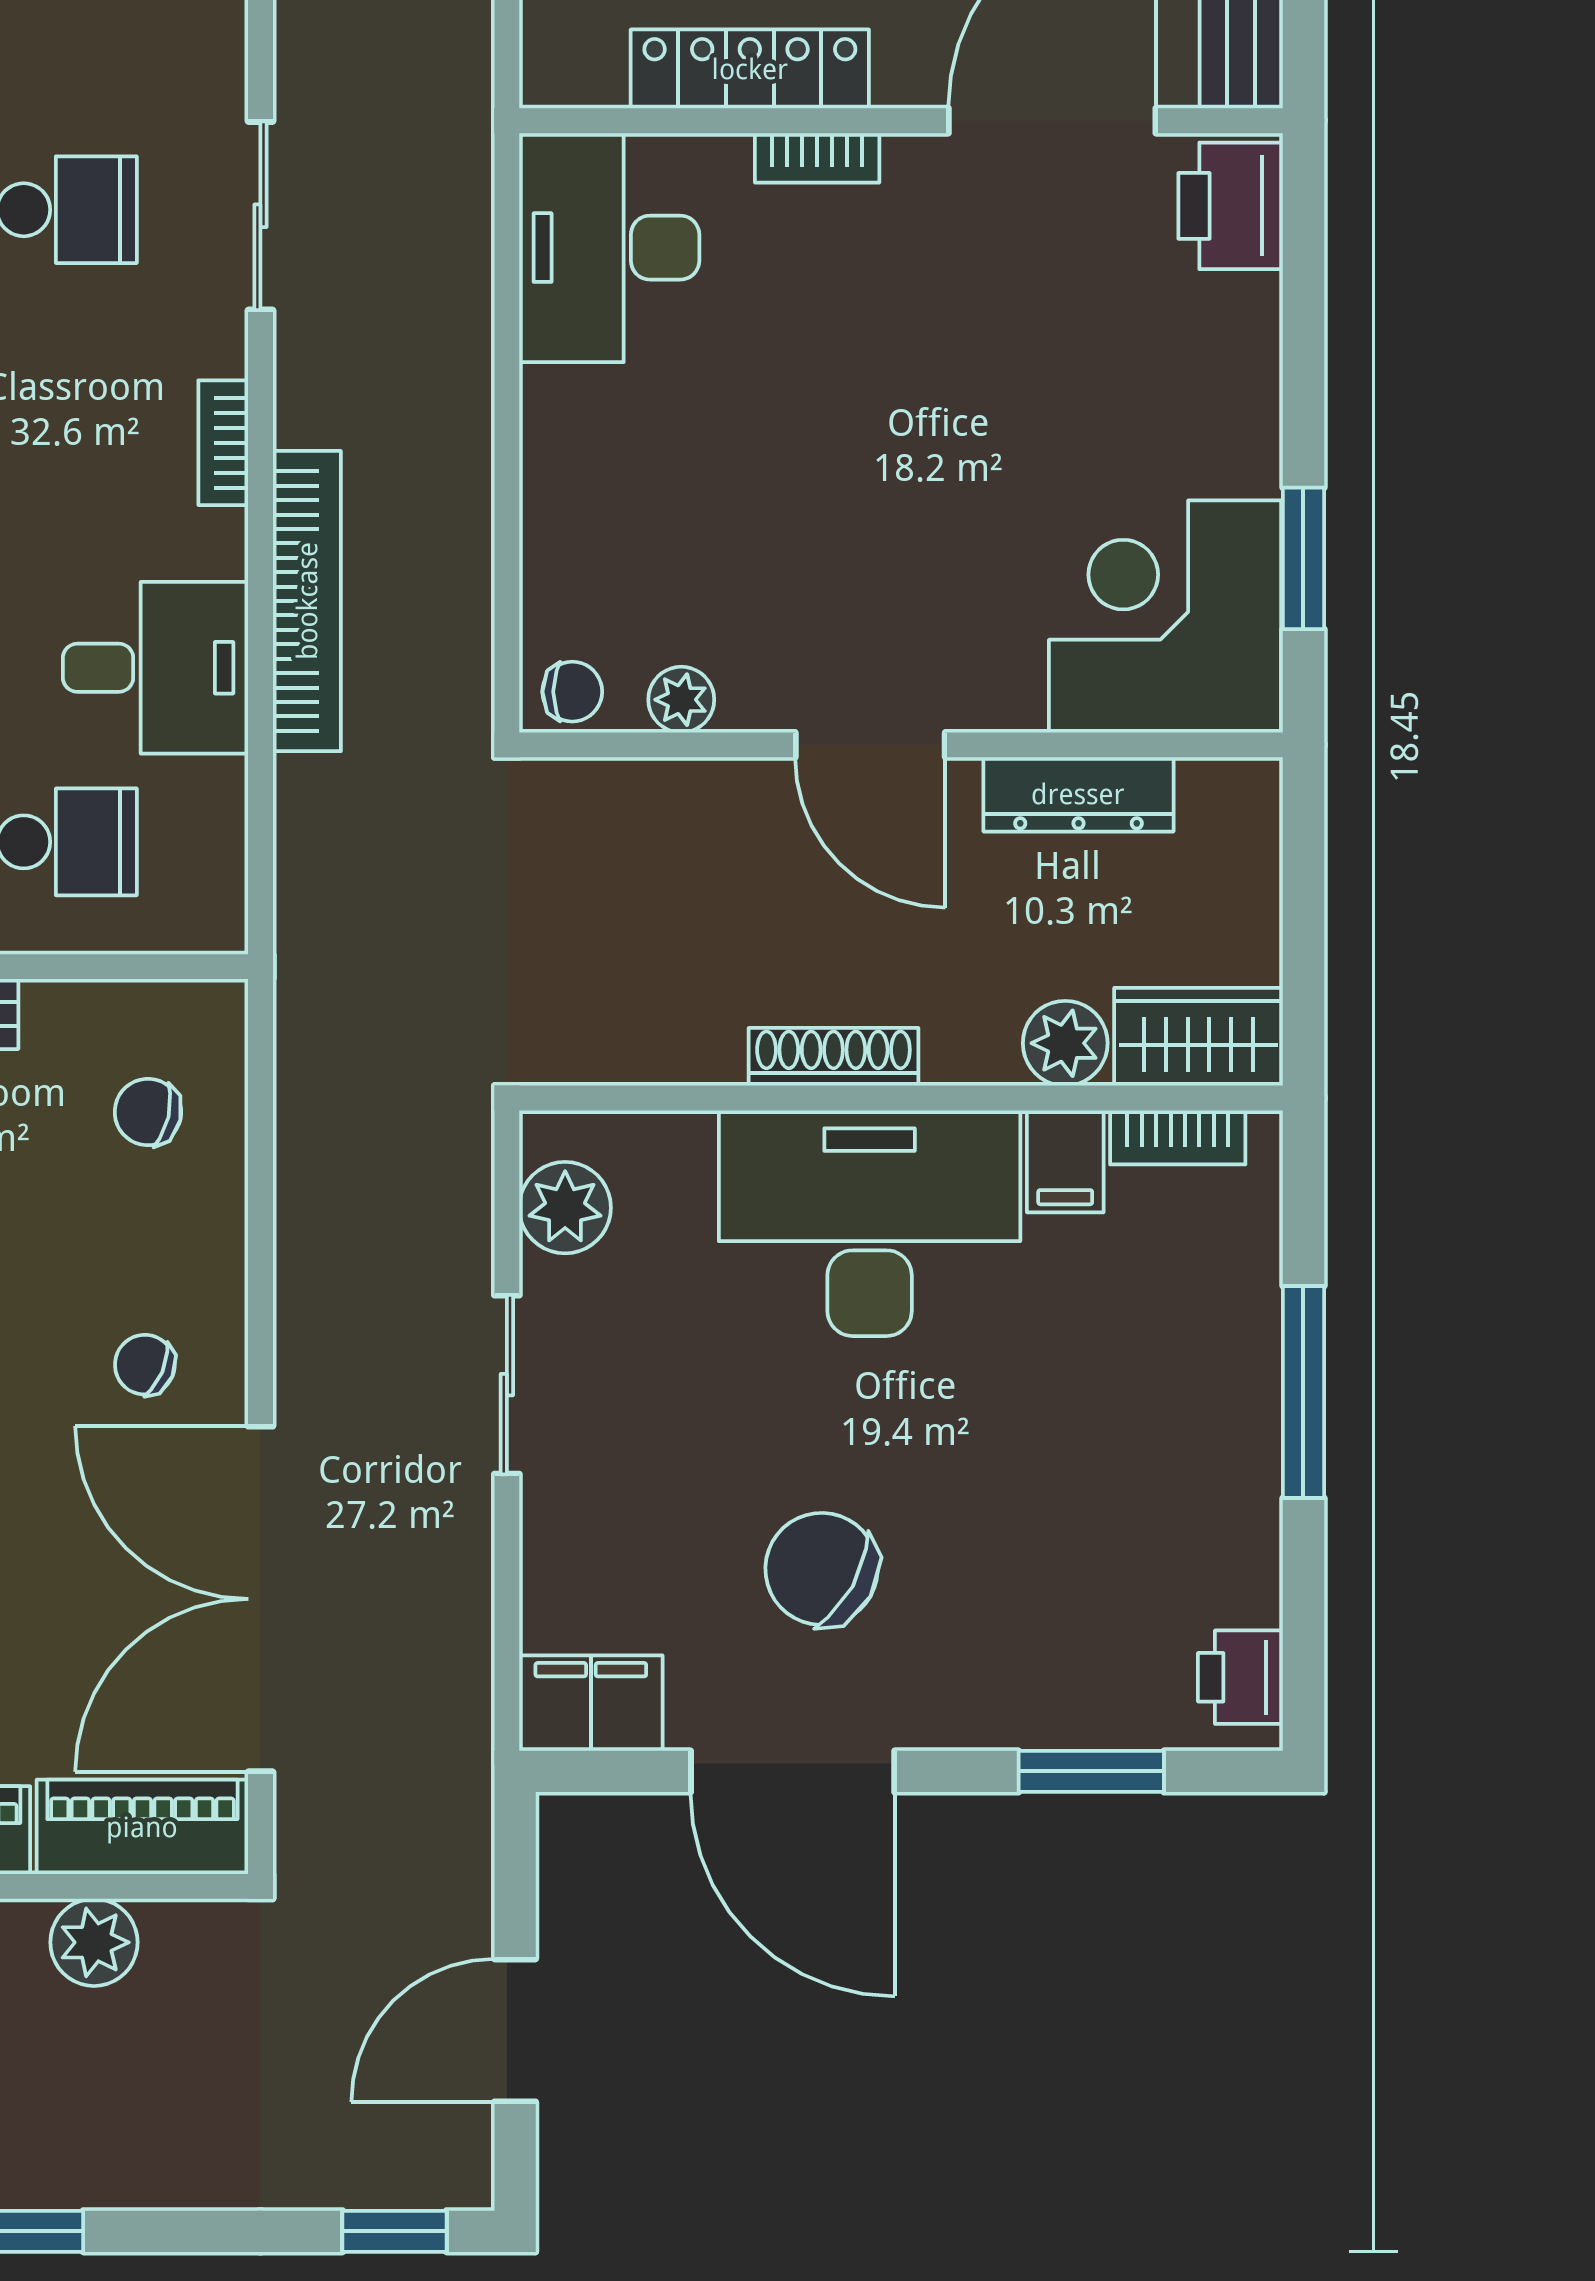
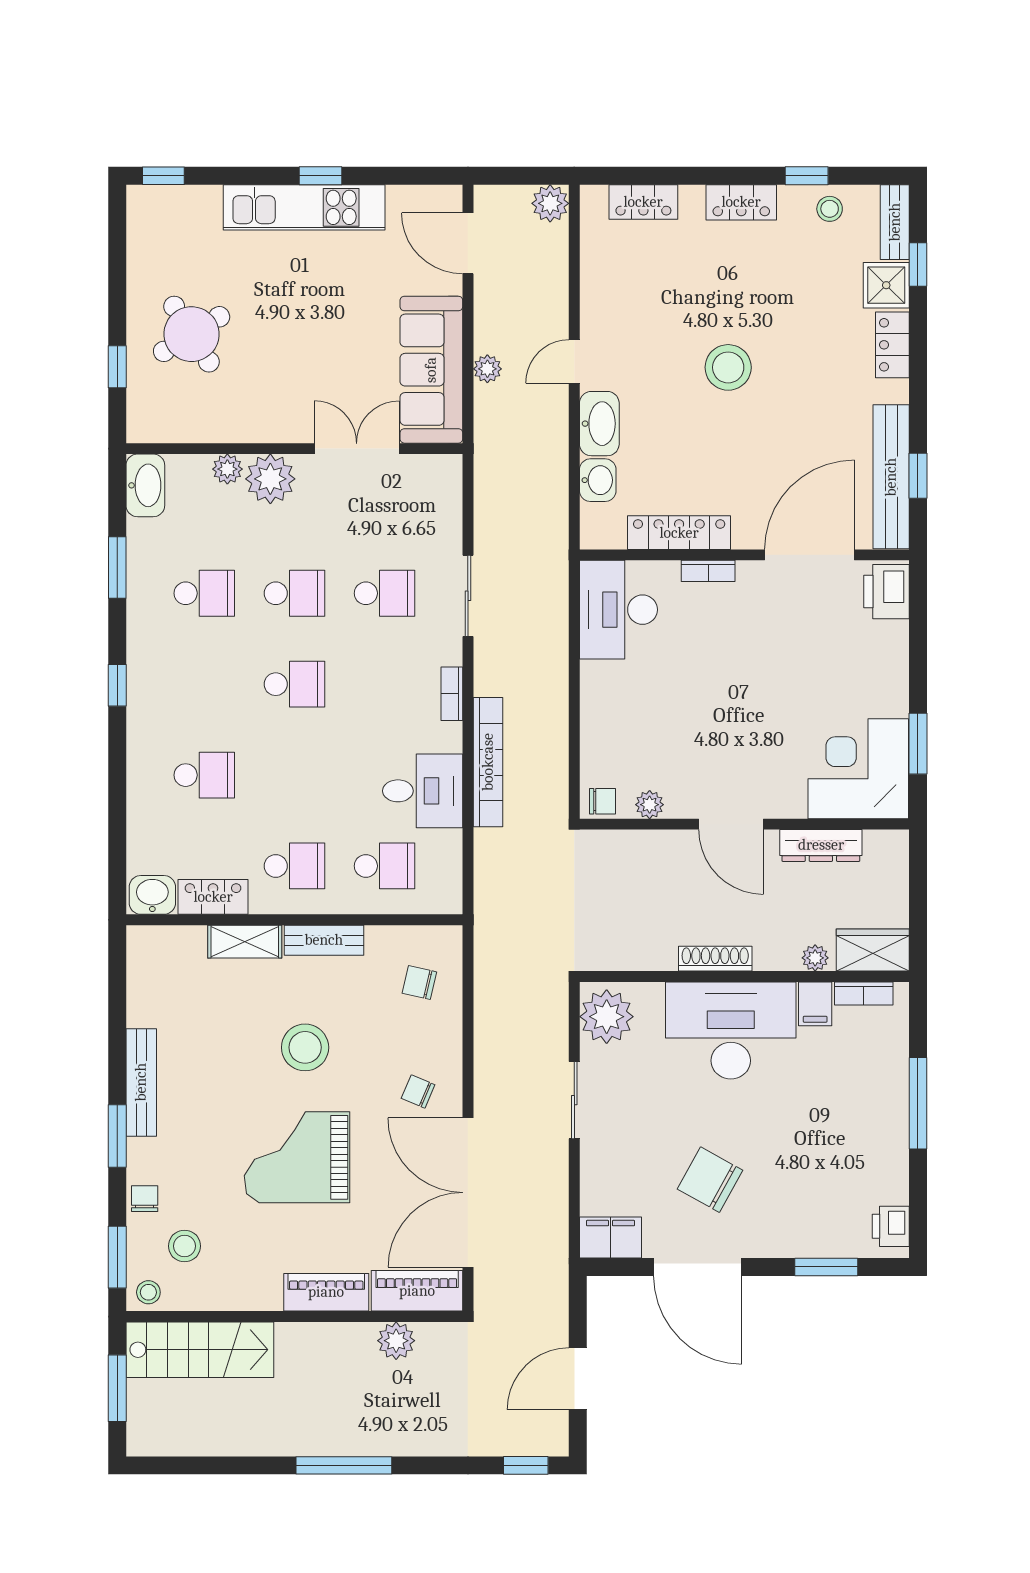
plant: (1065, 1043) -> (815, 958), width x0.73, depth x0.73
plant: (565, 1208) -> (607, 1017), width x1.36, depth x1.36

